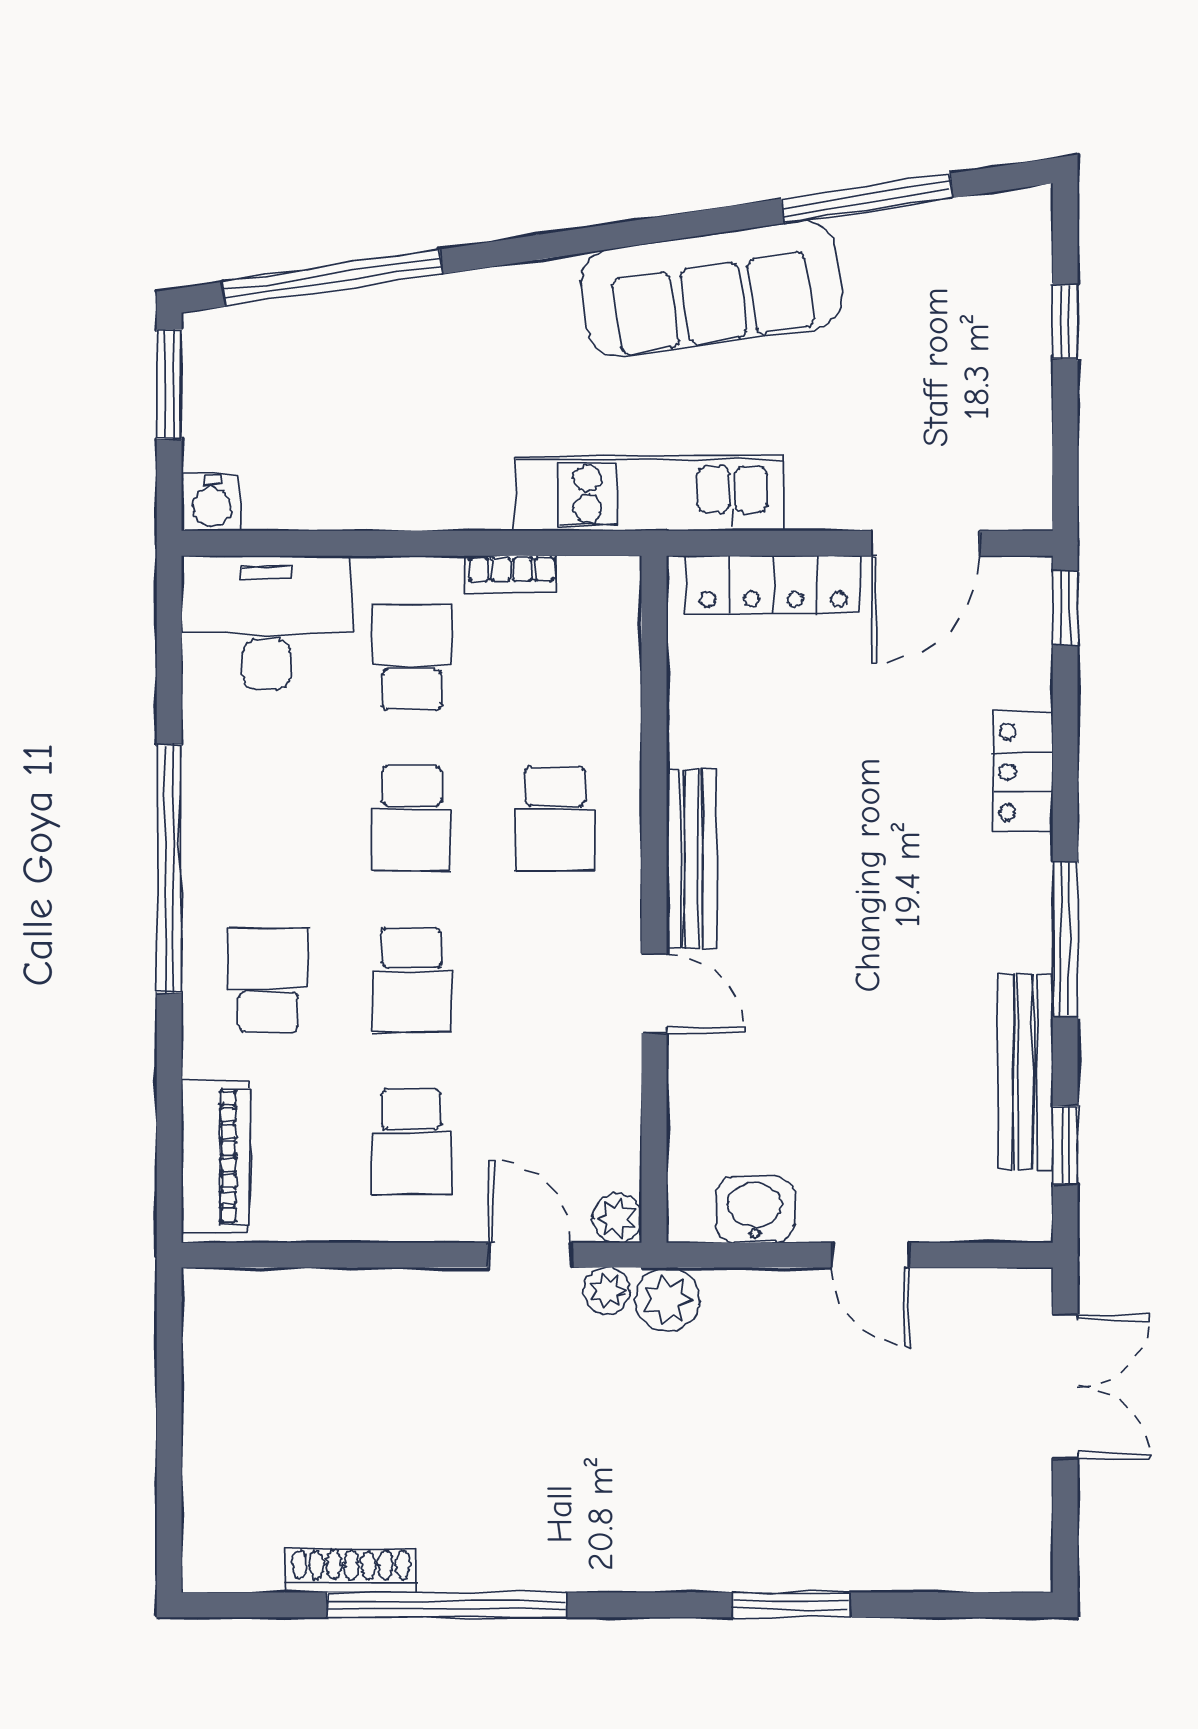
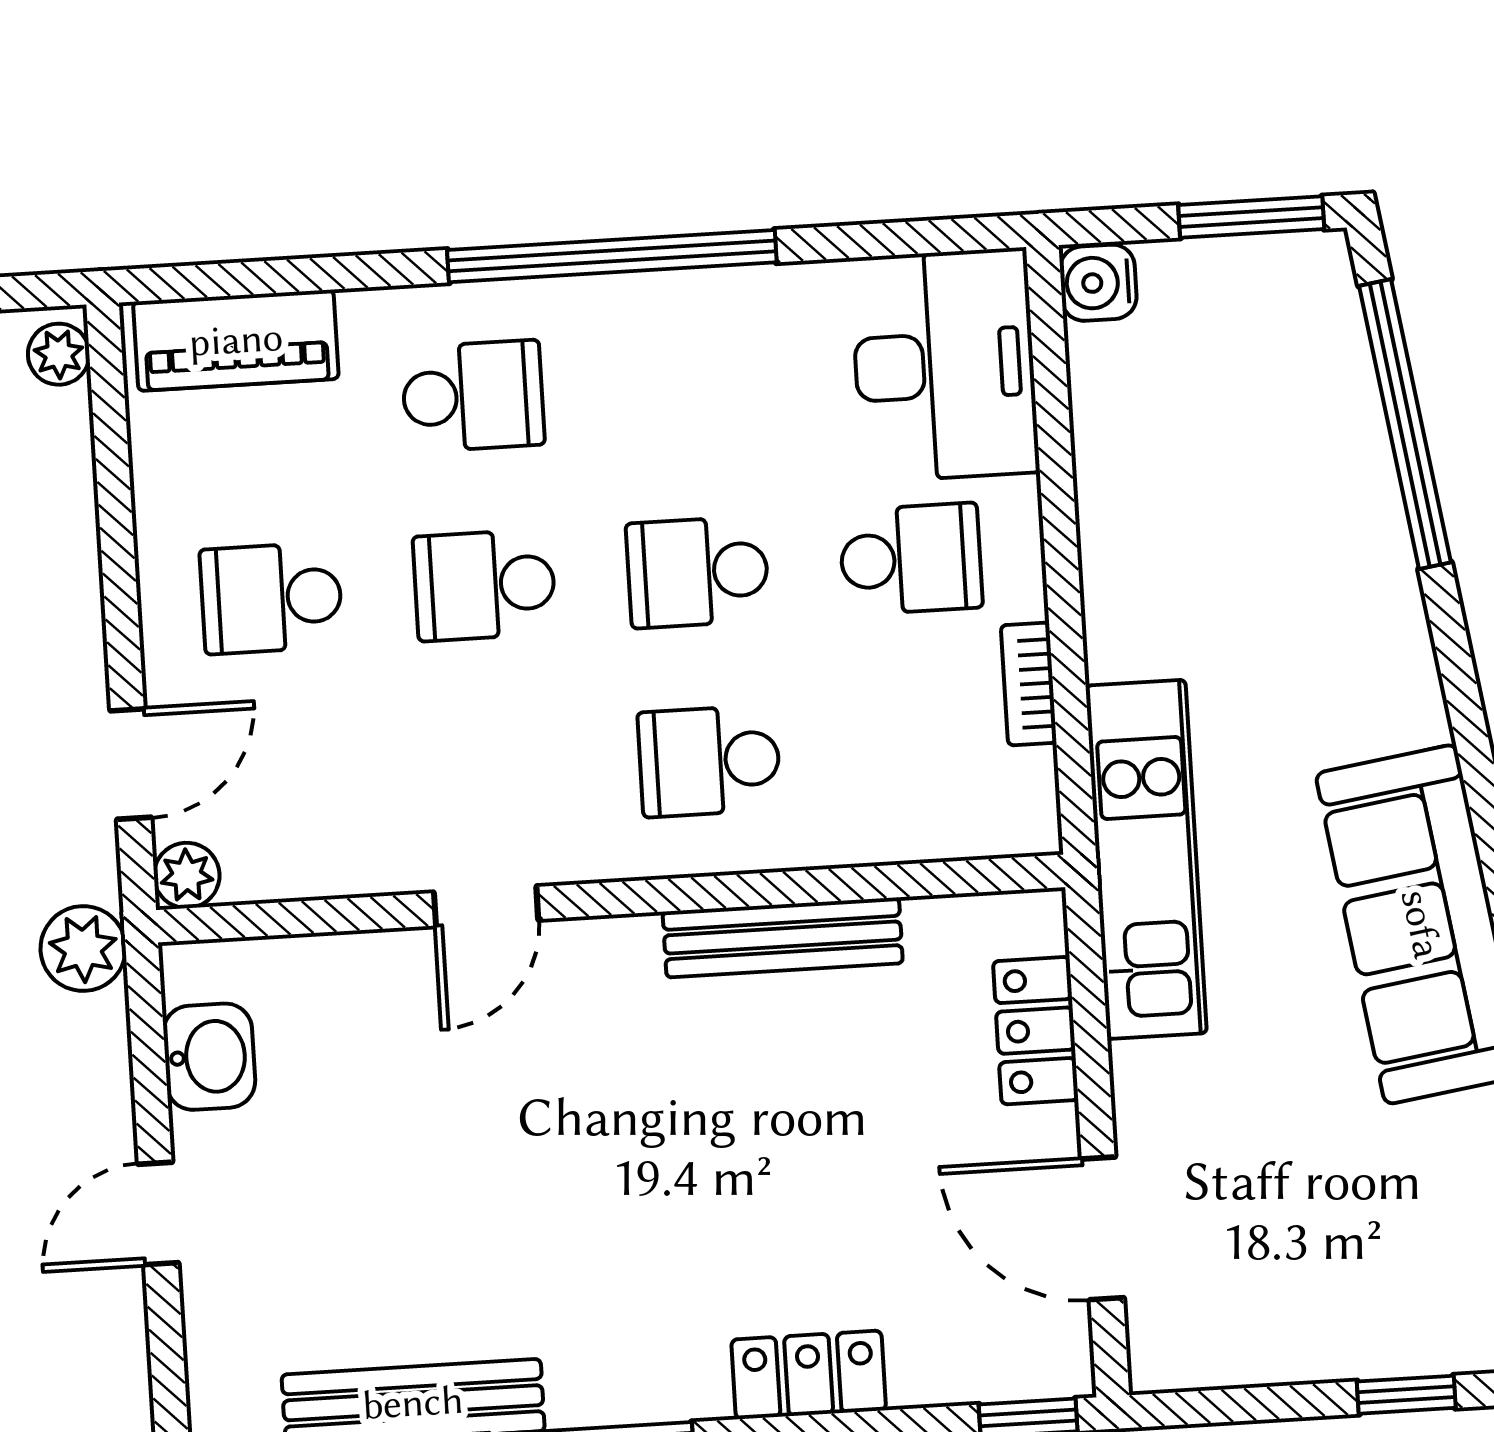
locker: (773, 585) -> (1036, 1031), width x0.66
bench: (691, 858) -> (783, 937), moved
plant: (607, 1291) -> (59, 354), moved

